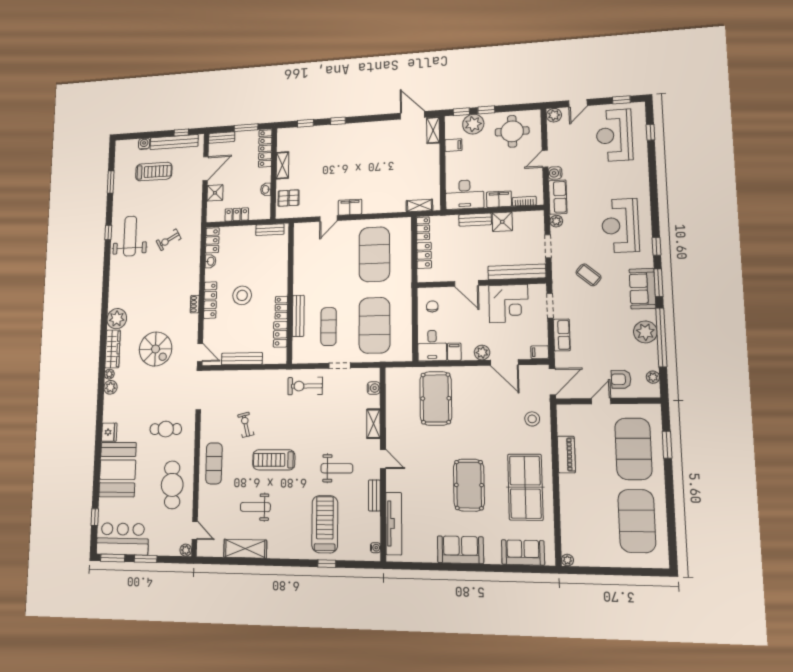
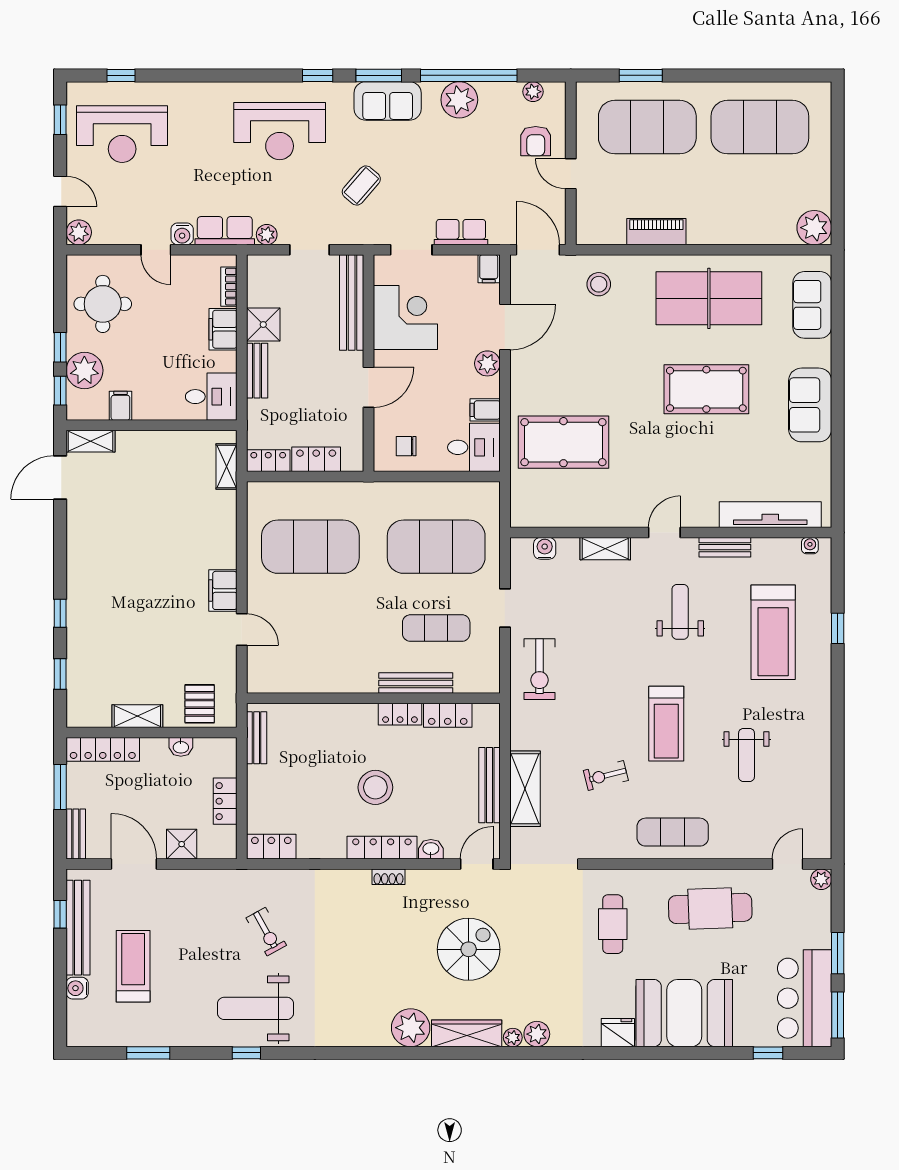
desk: (465, 194) -> (211, 397), width x0.73
washbasin: (210, 261) -> (431, 849), moved
treadmill: (325, 524) -> (773, 632), turned -90
shelving: (245, 549) -> (525, 789), moved
plant: (567, 560) -> (814, 228), width x1.88, depth x1.88

